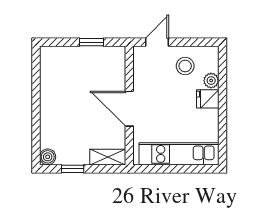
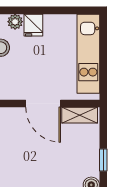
door: (129, 109) -> (43, 103), hinge flipped
shelving: (108, 157) -> (80, 115), moved, turned 90

